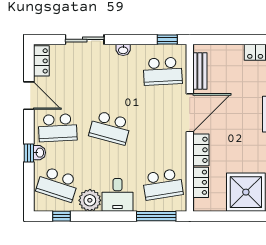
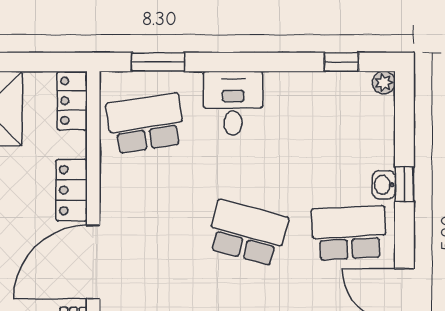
locker: (201, 182) -> (72, 101), moved
school desk: (58, 184) -> (349, 123), removed
plant: (90, 200) -> (384, 83), moved, width x0.53, depth x0.53
window: (156, 216) -> (158, 62), width x0.69

